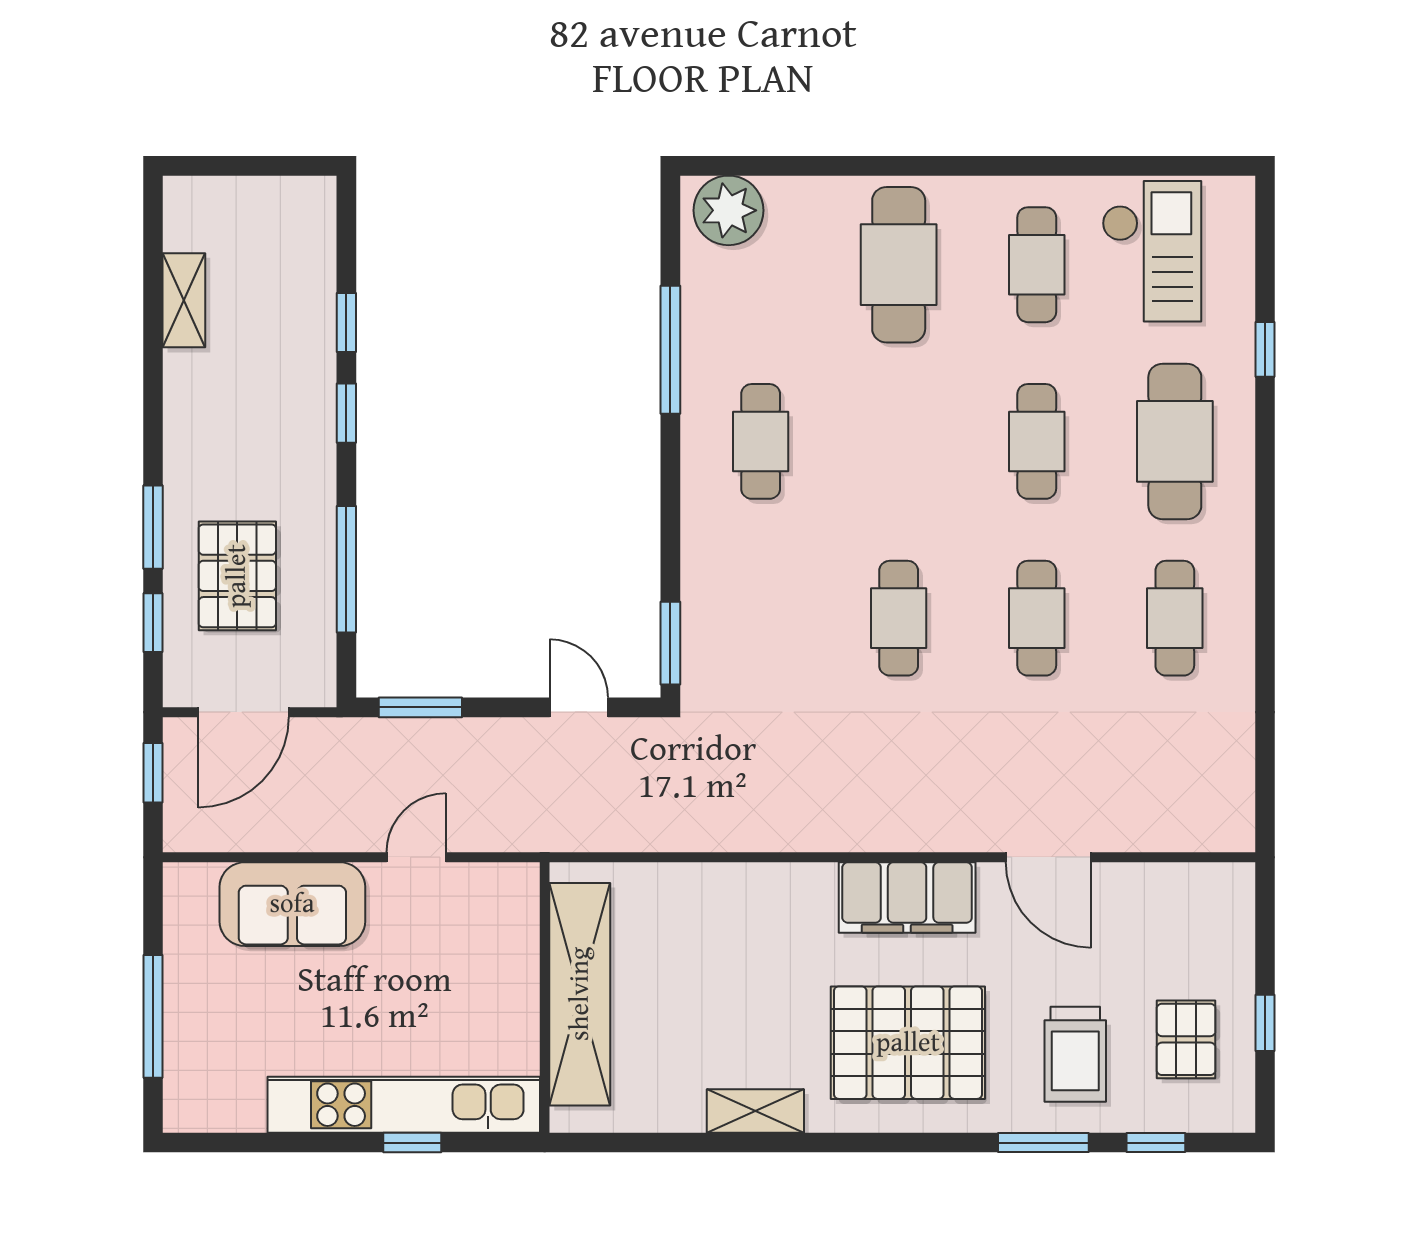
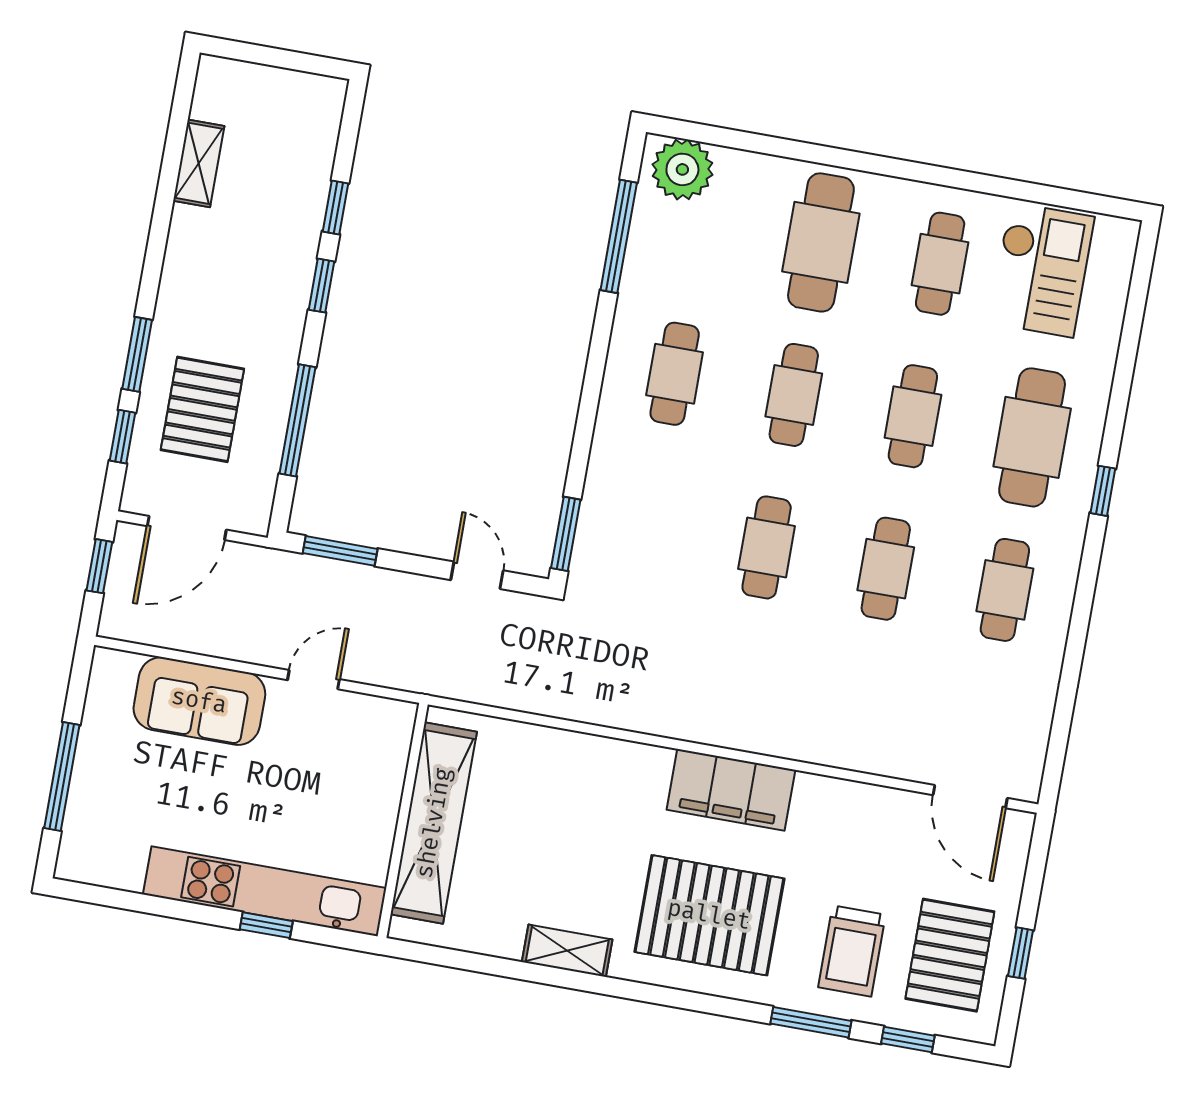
window: (1265, 349) -> (1103, 491), moved
window: (670, 350) -> (619, 236), moved
cafe table: (899, 441) -> (794, 395), added
door: (1048, 857) -> (970, 797), moved
pallet: (1186, 1039) -> (950, 955), width x1.50, depth x1.42

